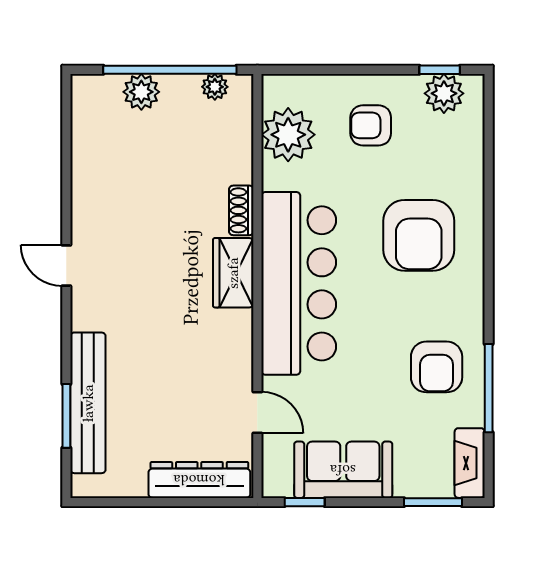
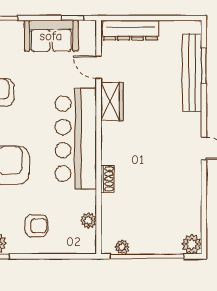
plant: (141, 92) -> (192, 244), moved
plant: (288, 135) -> (88, 221), width x0.53, depth x0.53
wardrobe: (233, 273) -> (112, 102), moved

